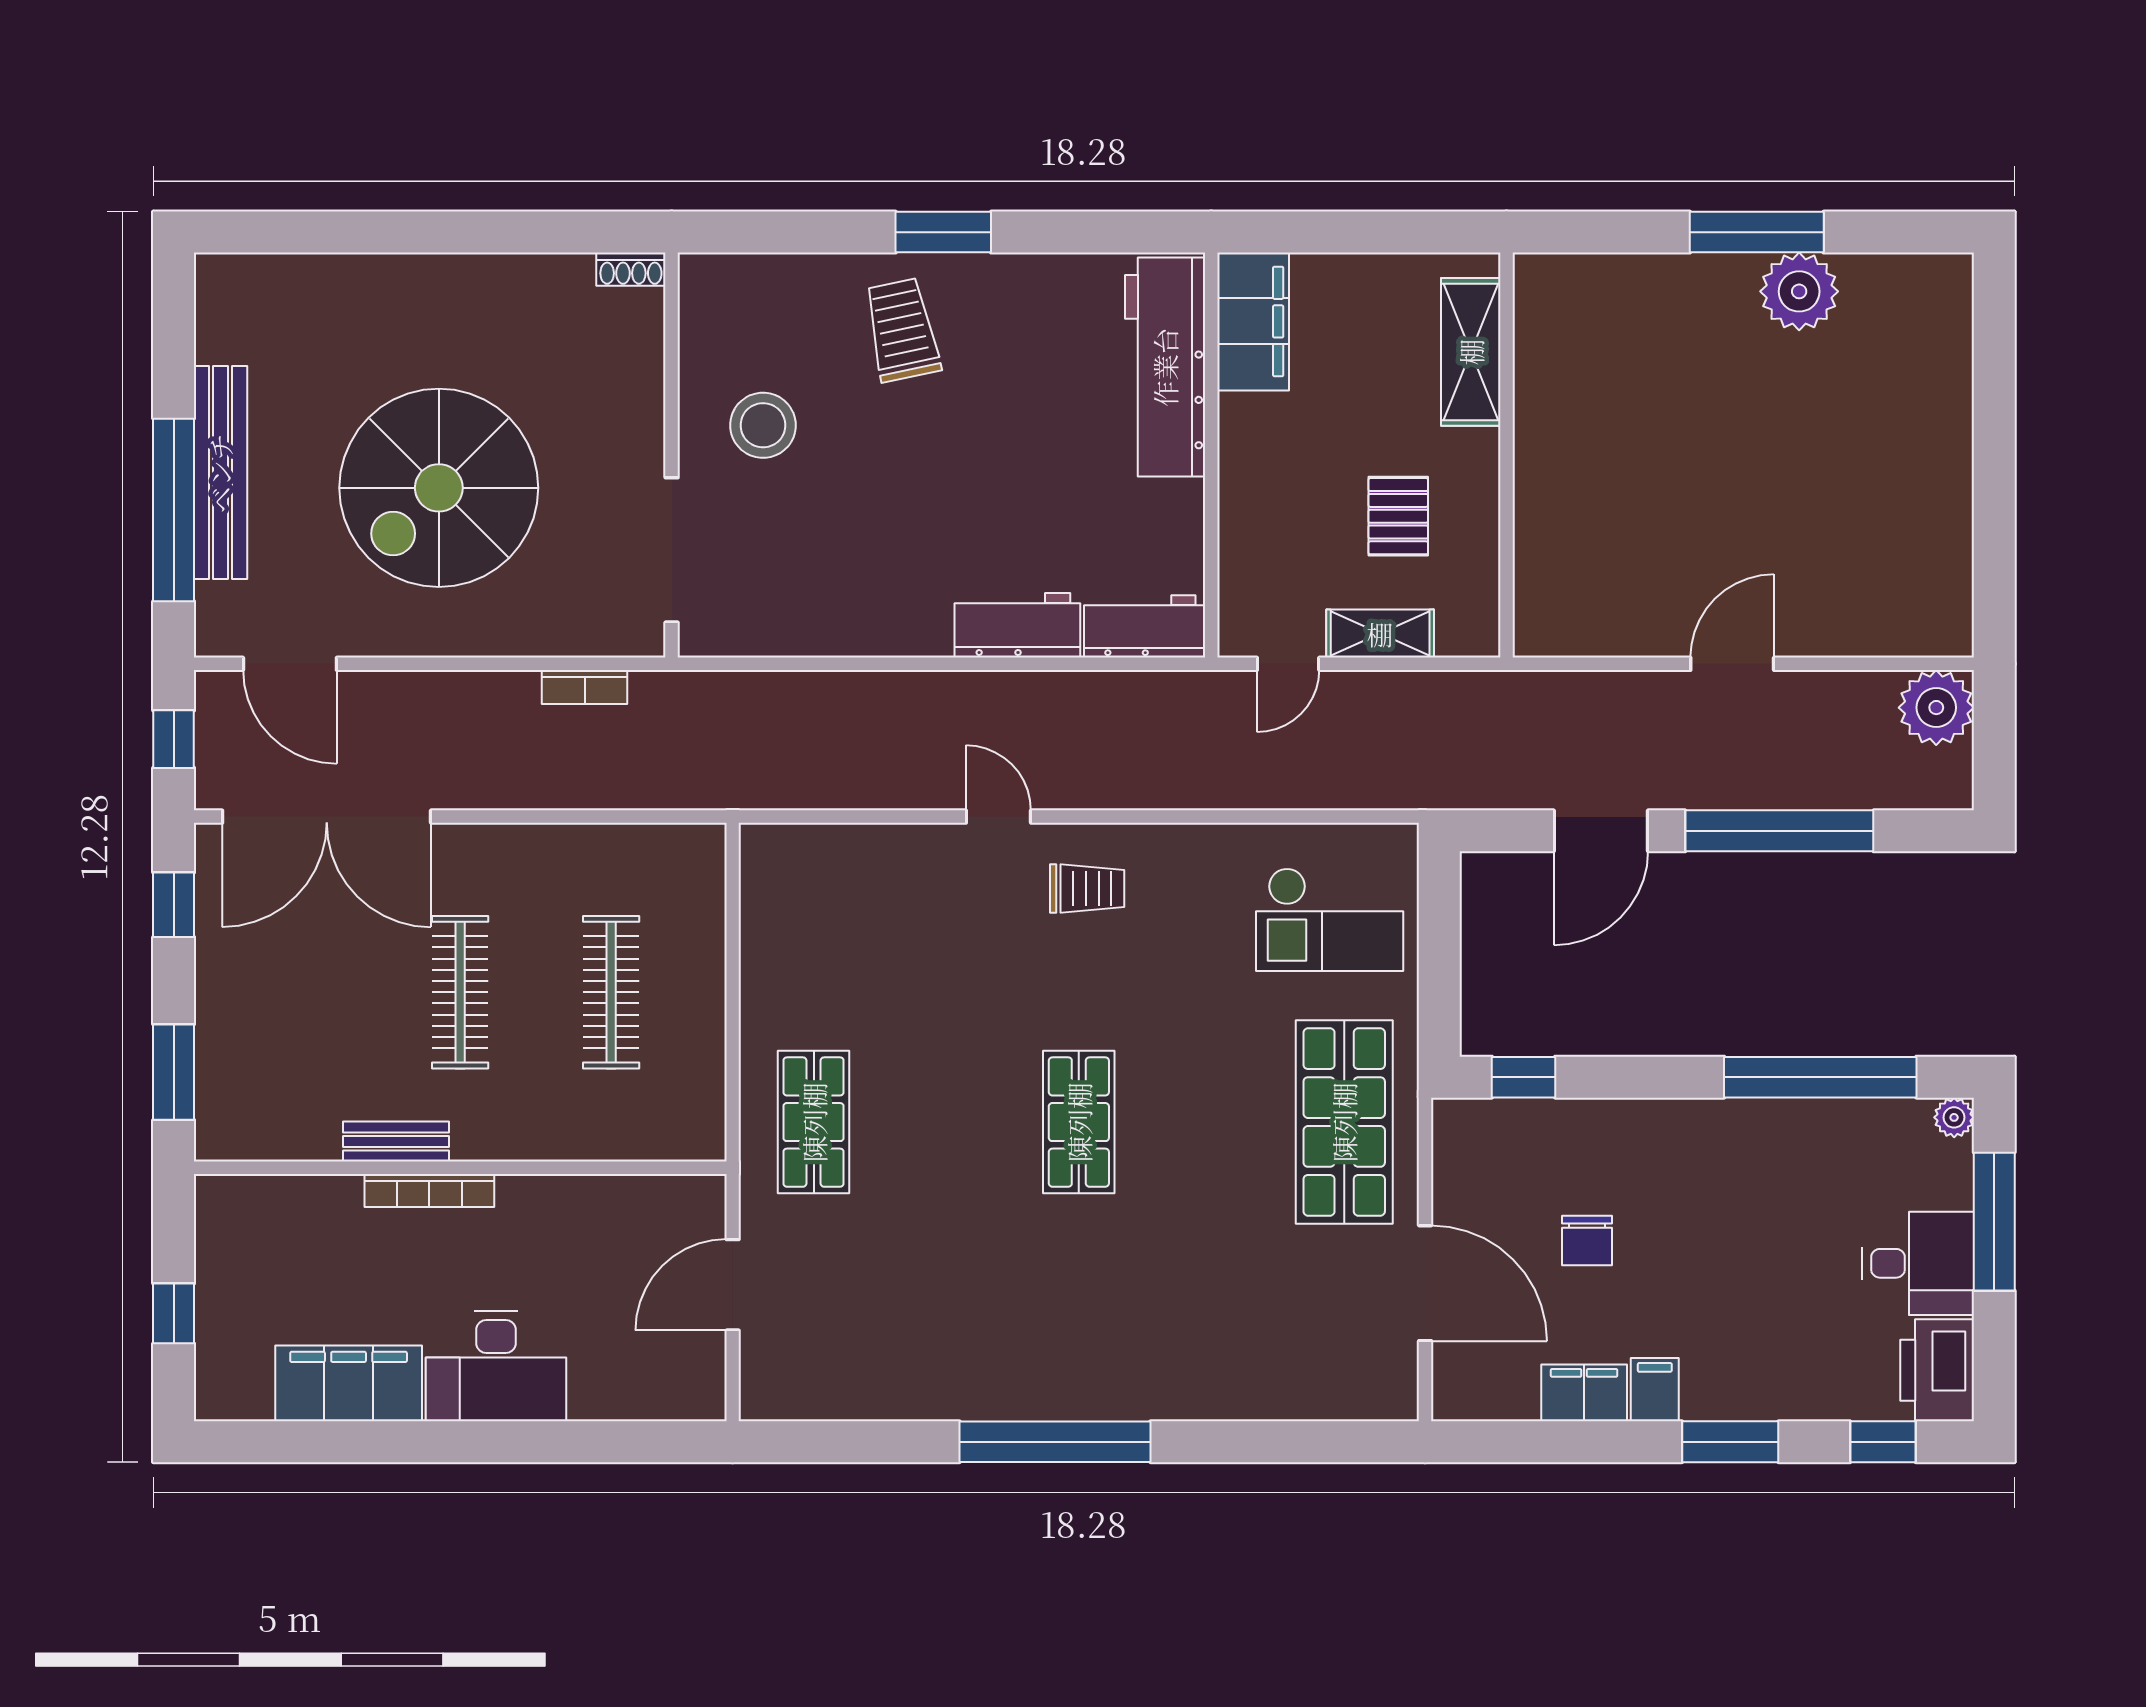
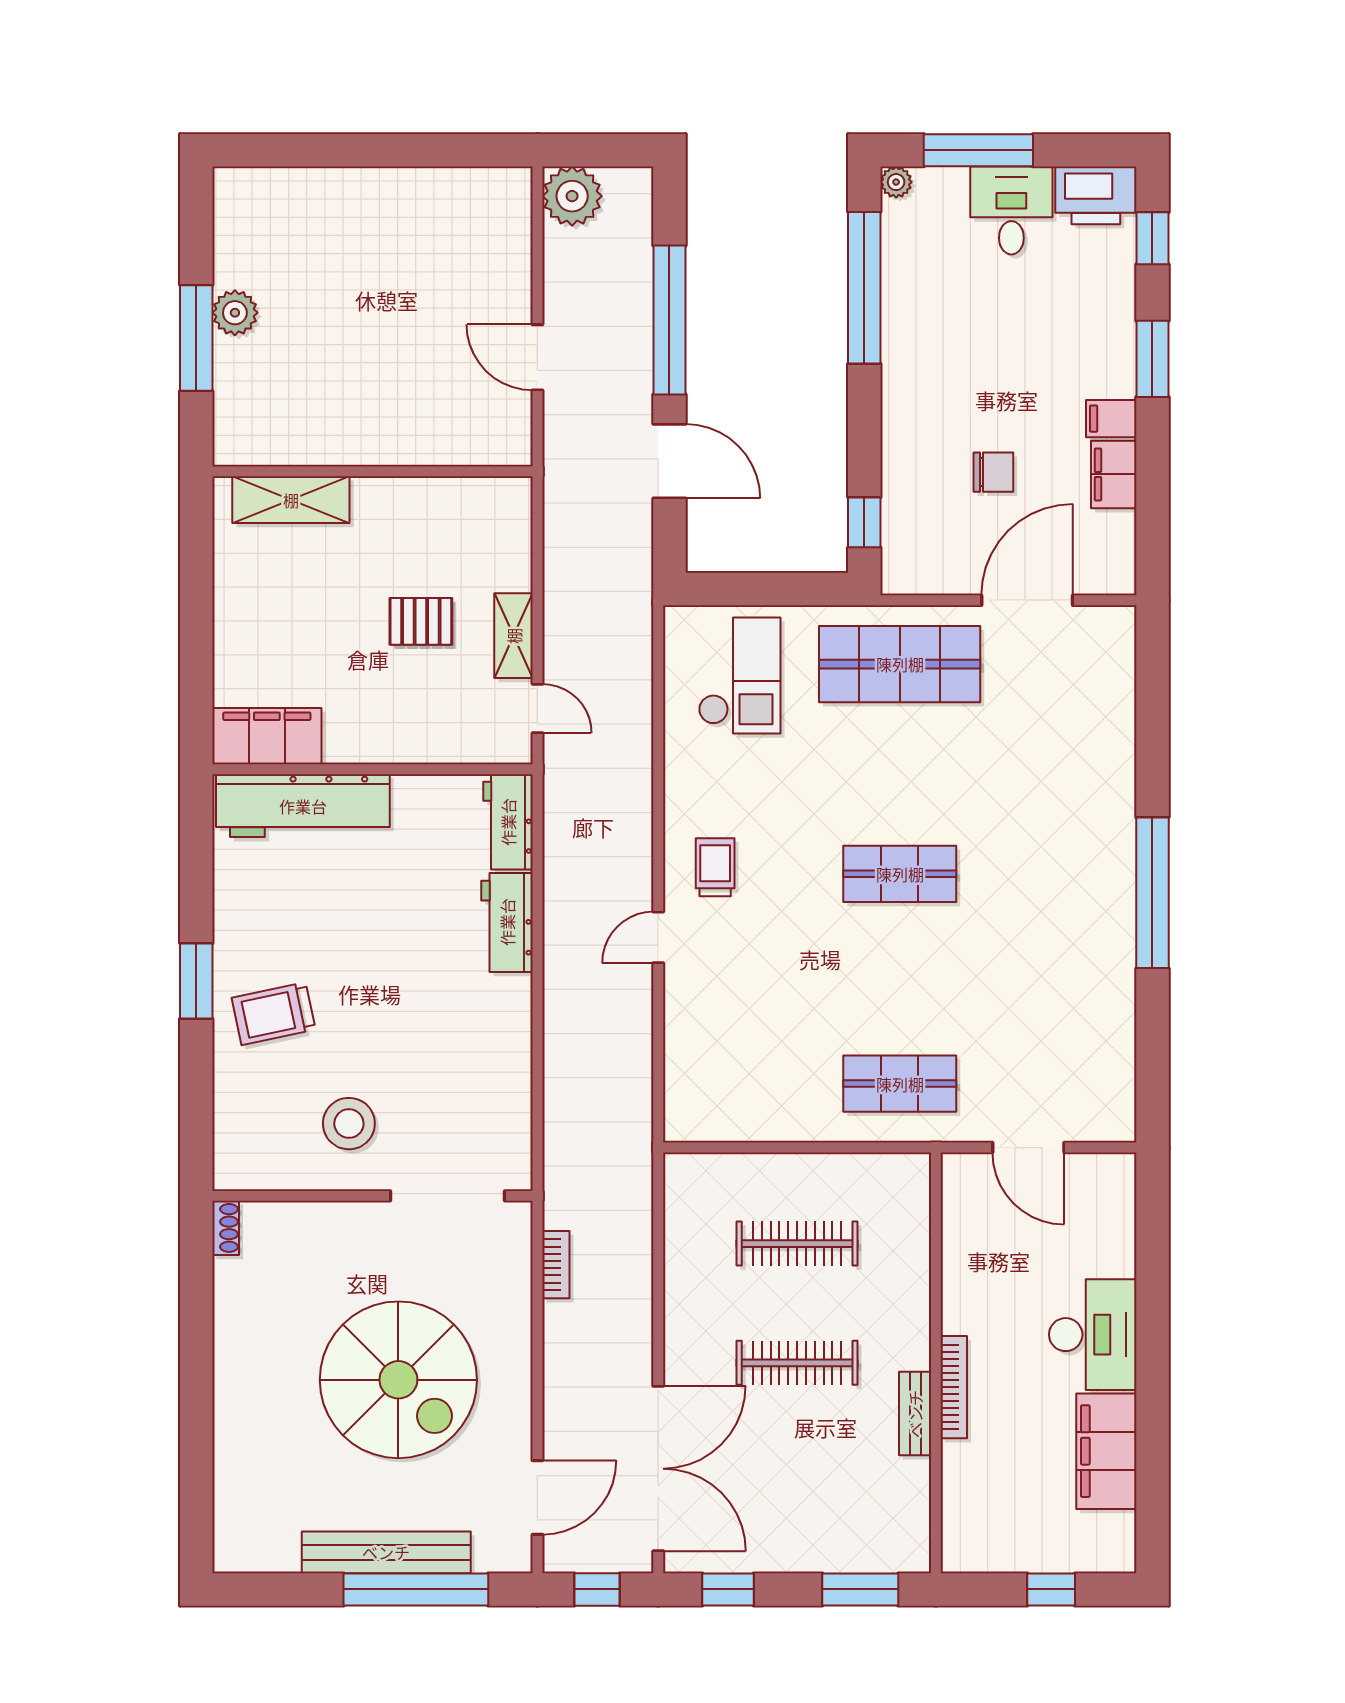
plant: (1799, 291) -> (235, 313), width x0.73, depth x0.73
shelving: (1471, 352) -> (291, 500), moved
wall: (1507, 455) -> (372, 471), moved

